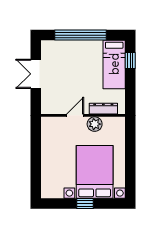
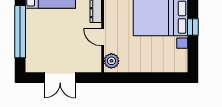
plant: (95, 124) -> (111, 61), moved

